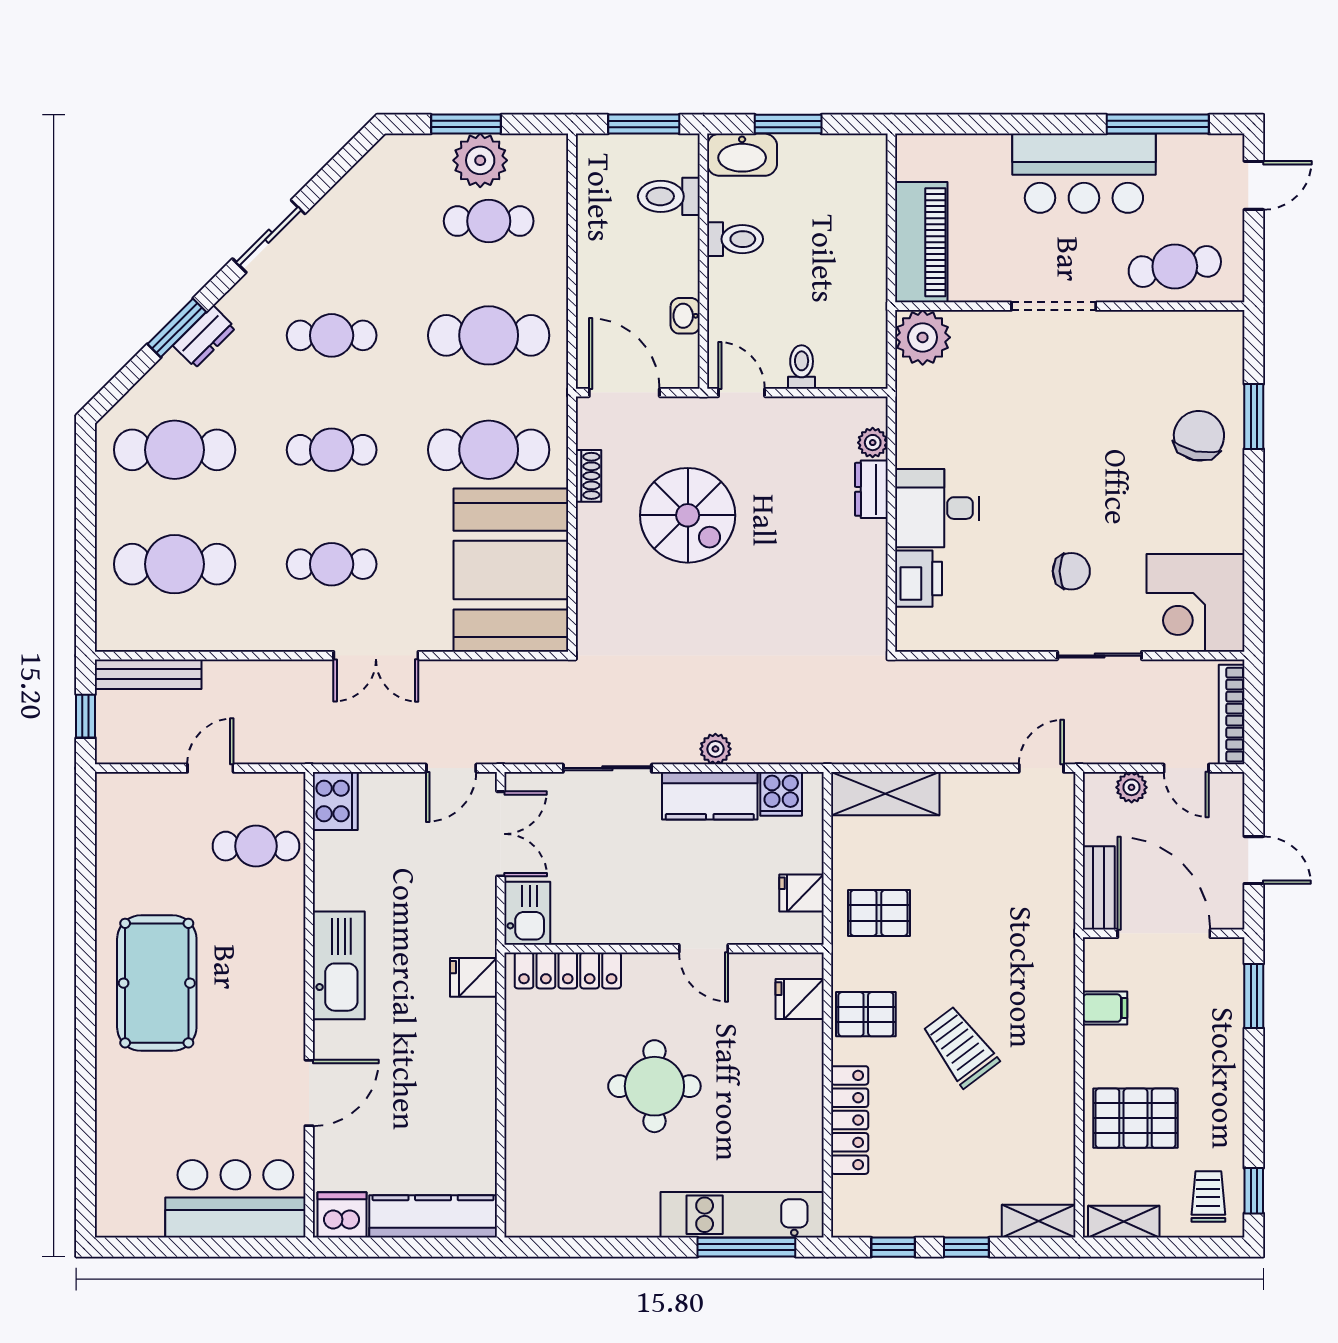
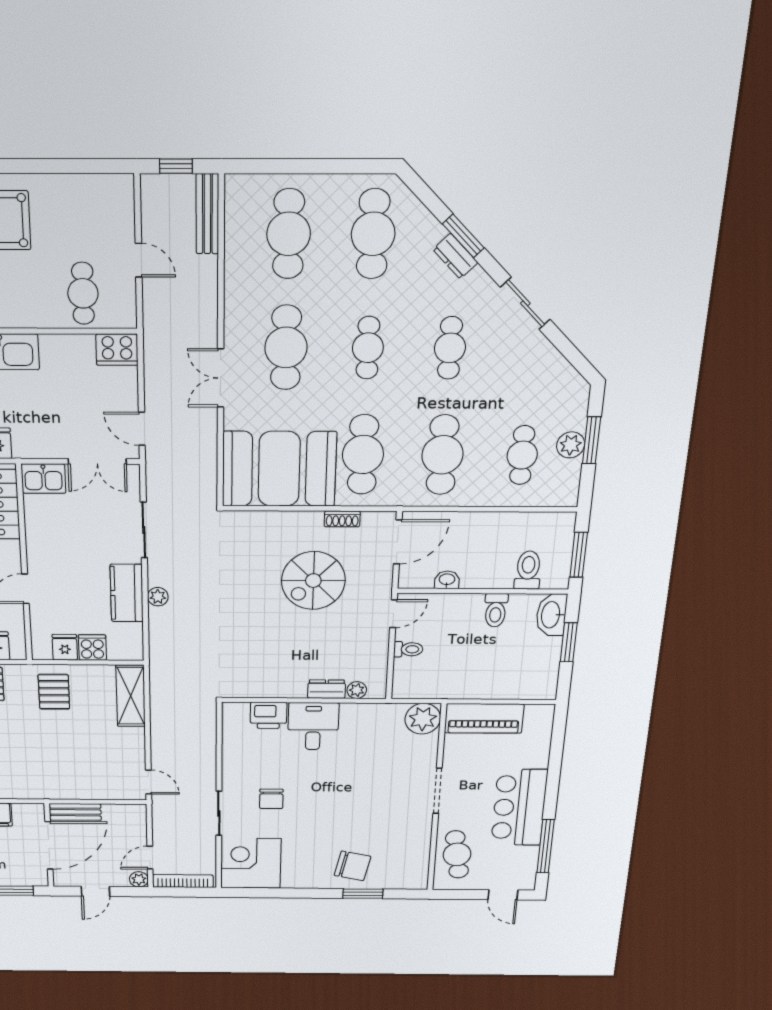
plant: (480, 160) -> (571, 445), width x0.73, depth x0.73
cafe table: (332, 564) -> (286, 348), width x1.37, depth x1.35
plant: (1132, 787) -> (139, 879), moved
cooker: (781, 794) -> (92, 648), moved, turned 90

